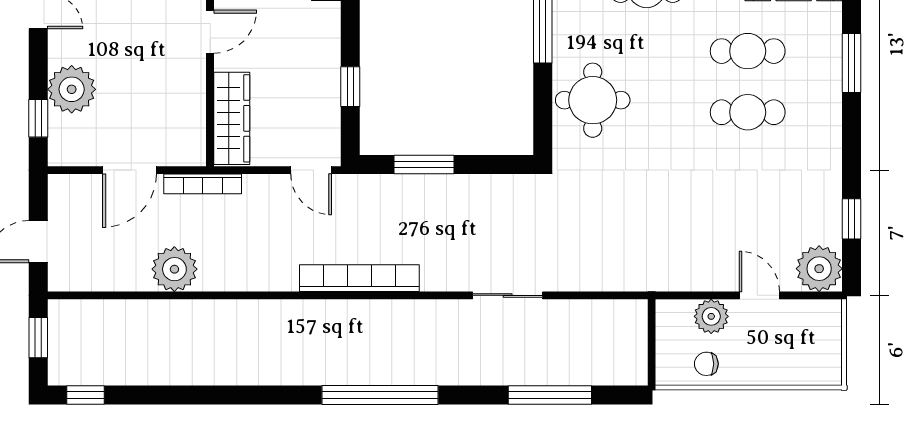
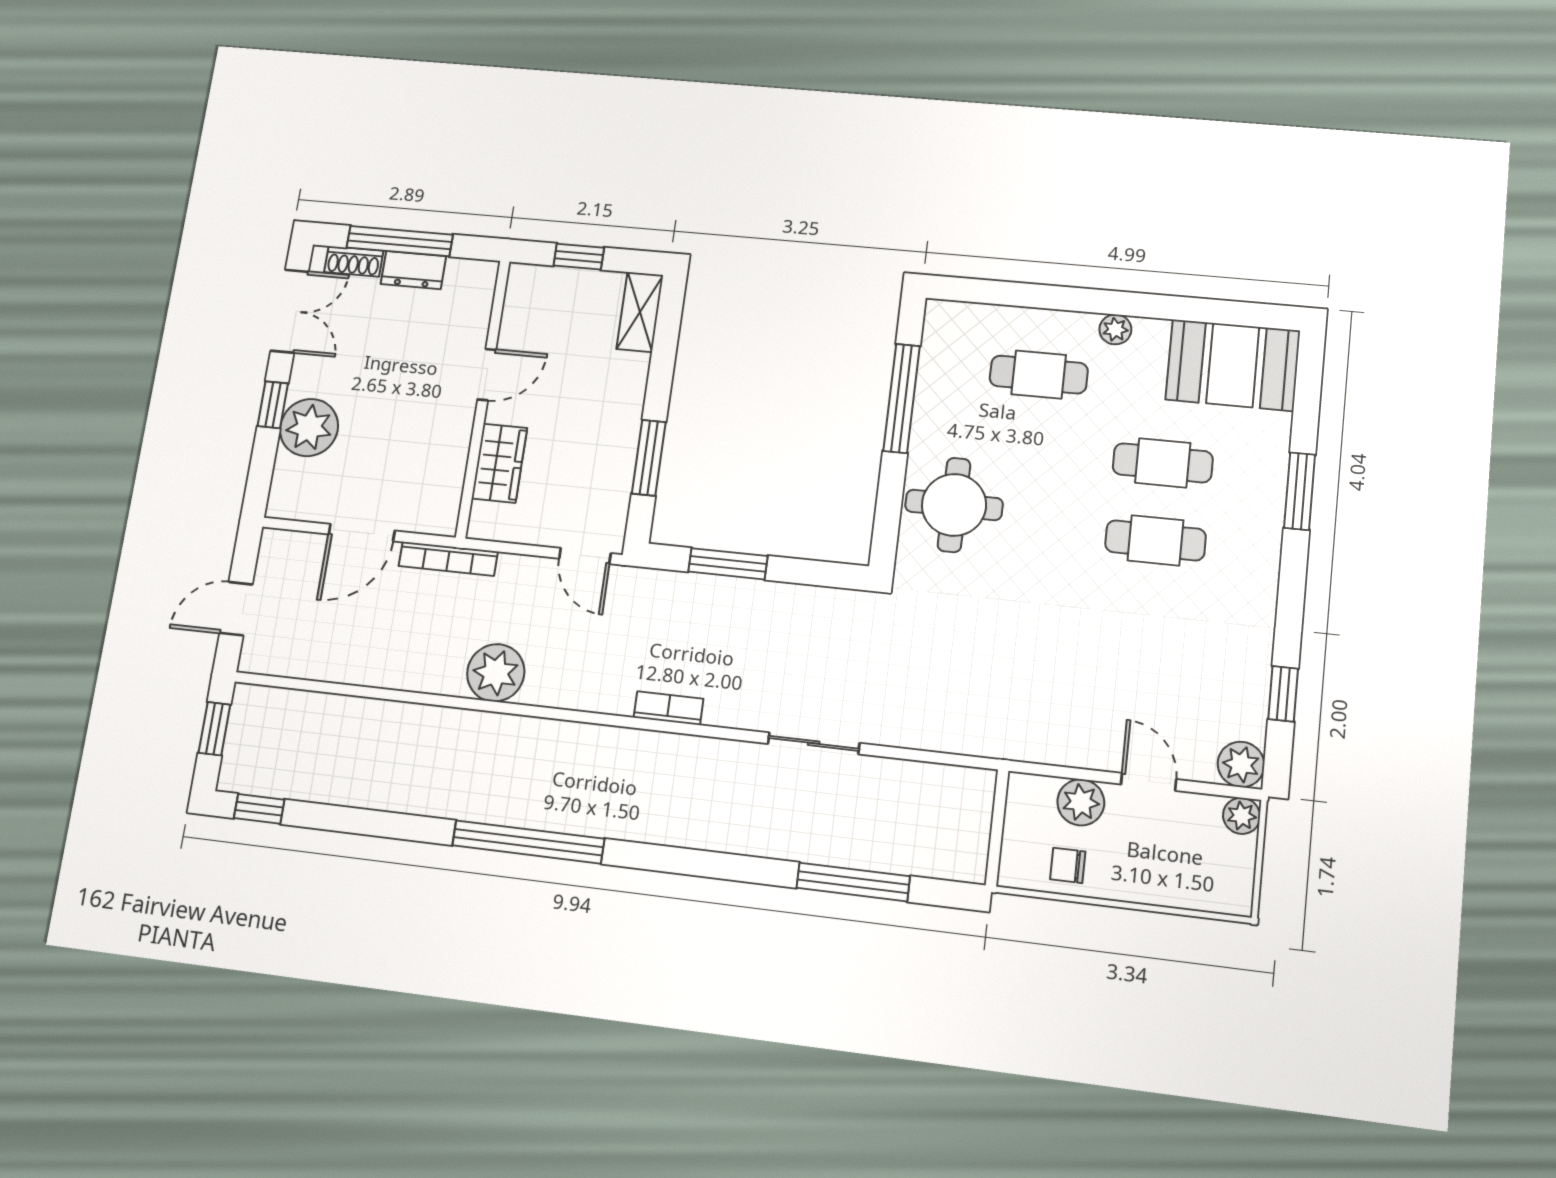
window: (350, 87) -> (649, 458), width x1.50
window: (38, 118) -> (273, 405), moved
wardrobe: (232, 118) -> (499, 463), width x0.67
plant: (174, 269) -> (496, 673), moved
plant: (819, 269) -> (1241, 764), width x0.73, depth x0.73
bookcase: (359, 278) -> (668, 708), width x0.43, depth x0.76
plant: (829, 313) -> (1242, 816), added
window: (380, 395) -> (528, 842), moved

